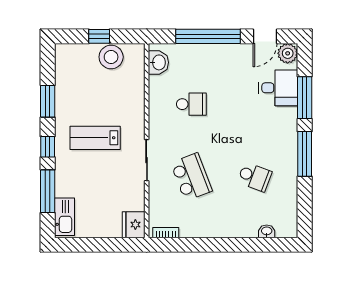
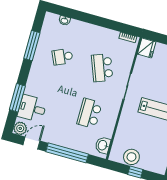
school desk: (191, 104) -> (89, 113), width x1.85
window: (305, 154) -> (32, 46), moved
school desk: (255, 177) -> (63, 57), turned -45

